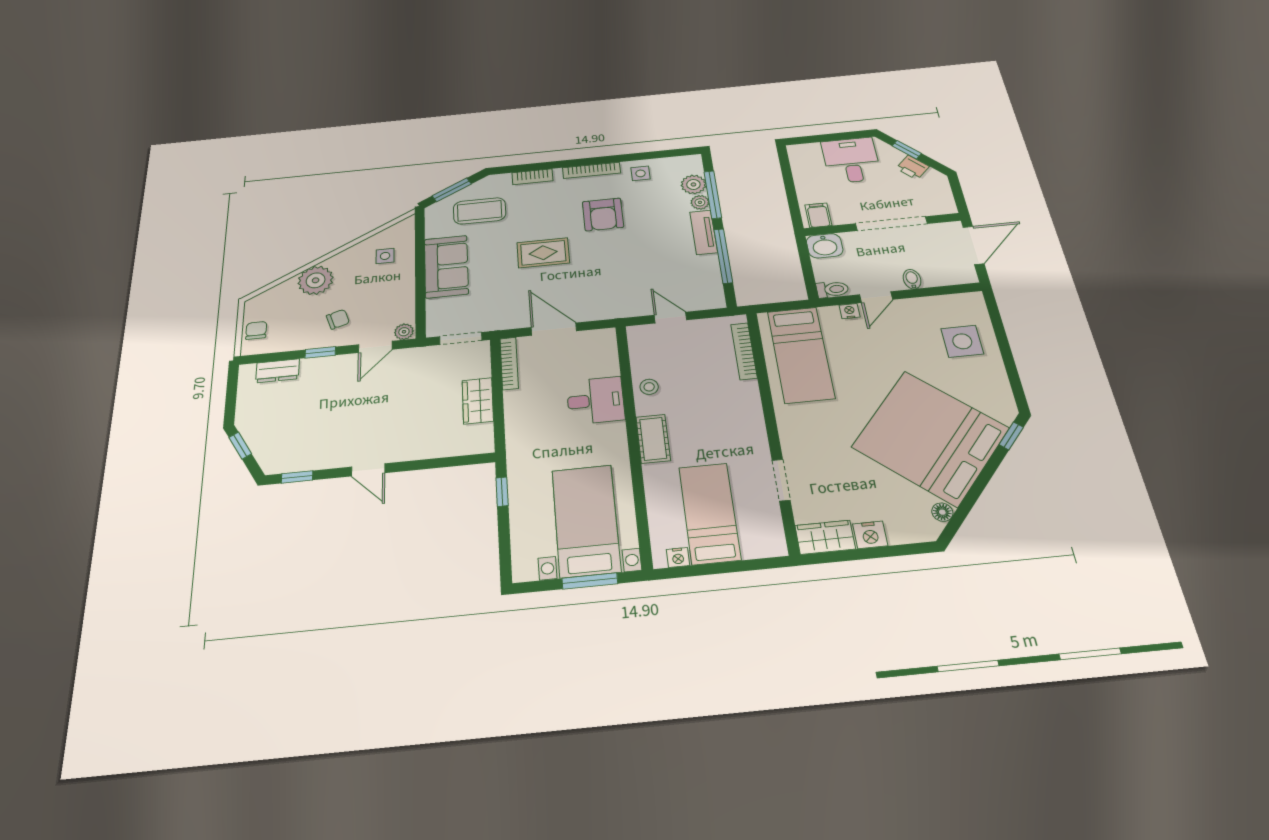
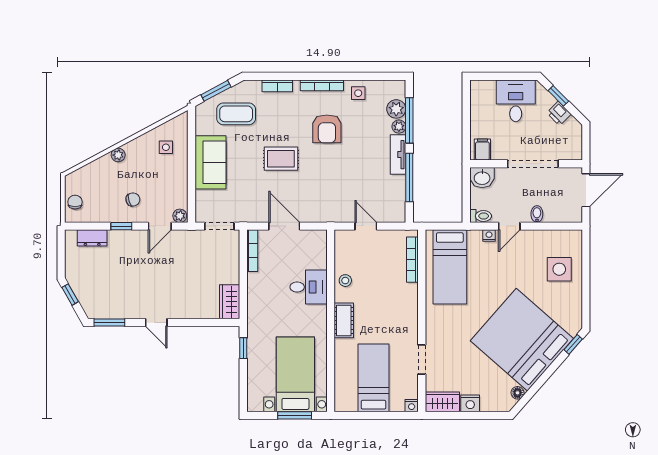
plant: (316, 280) -> (118, 155), width x0.53, depth x0.53
wardrobe: (478, 401) -> (230, 302), moved
window: (297, 477) -> (109, 323), width x1.50
nightstand: (678, 557) -> (412, 406), moved

